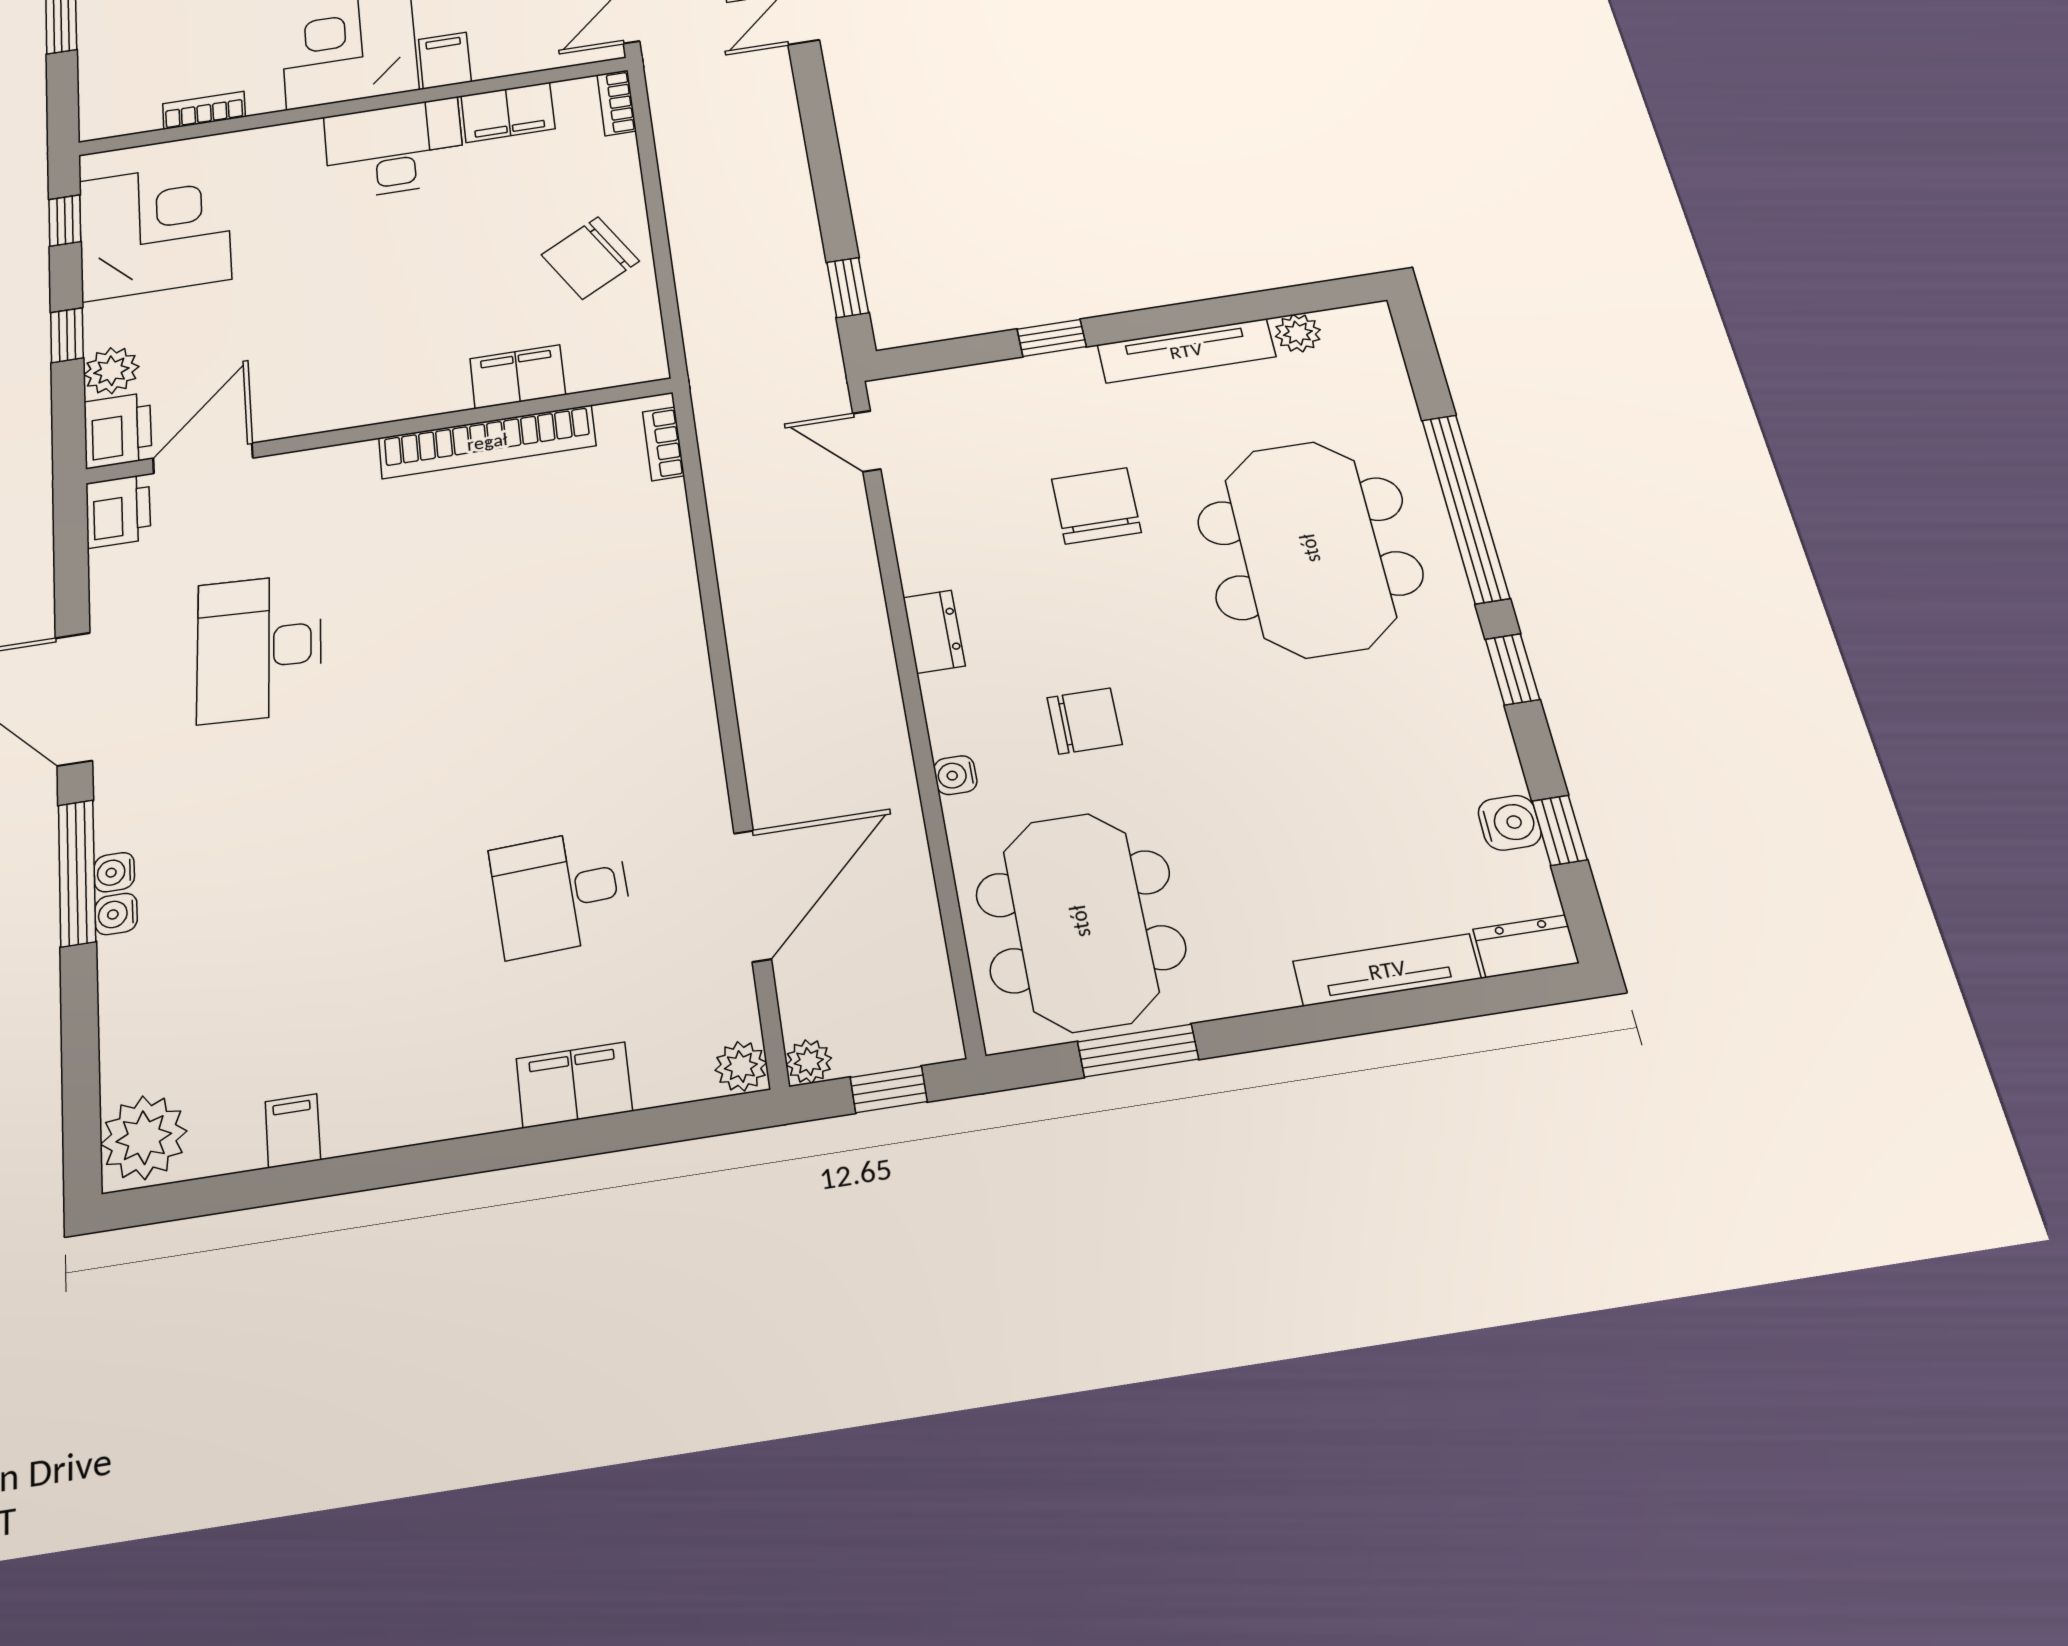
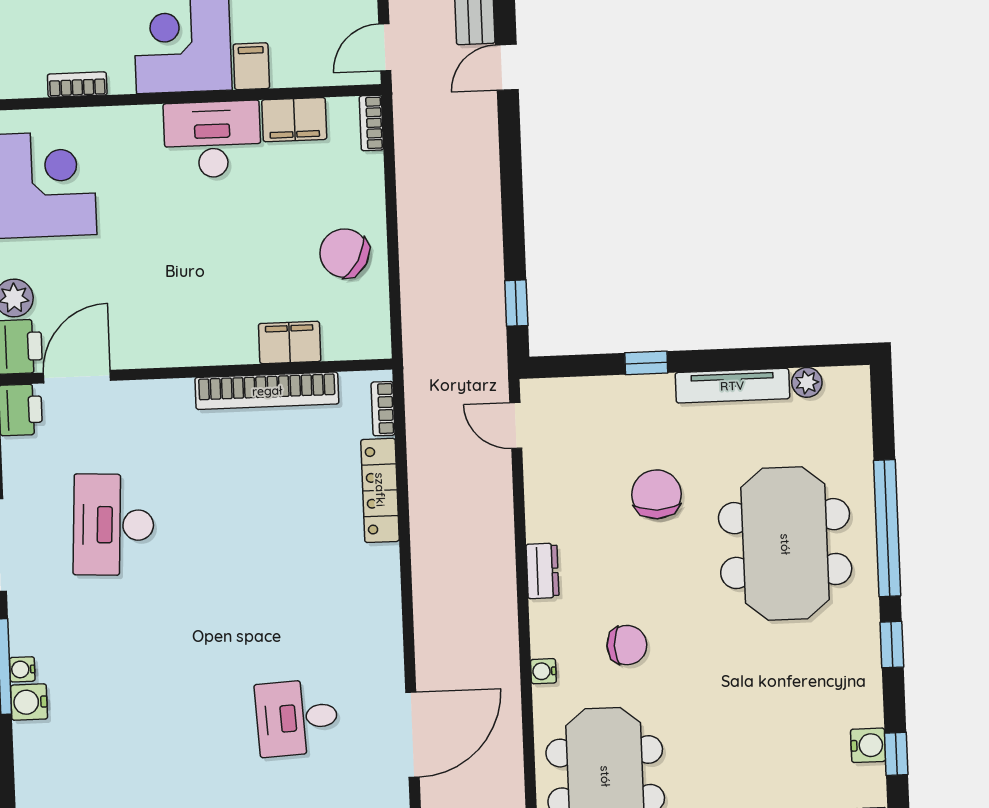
chair: (590, 258) -> (344, 253), turned 59
locker: (668, 552) -> (380, 490), added
water cooler: (116, 914) -> (29, 702), width x1.38, depth x1.38

